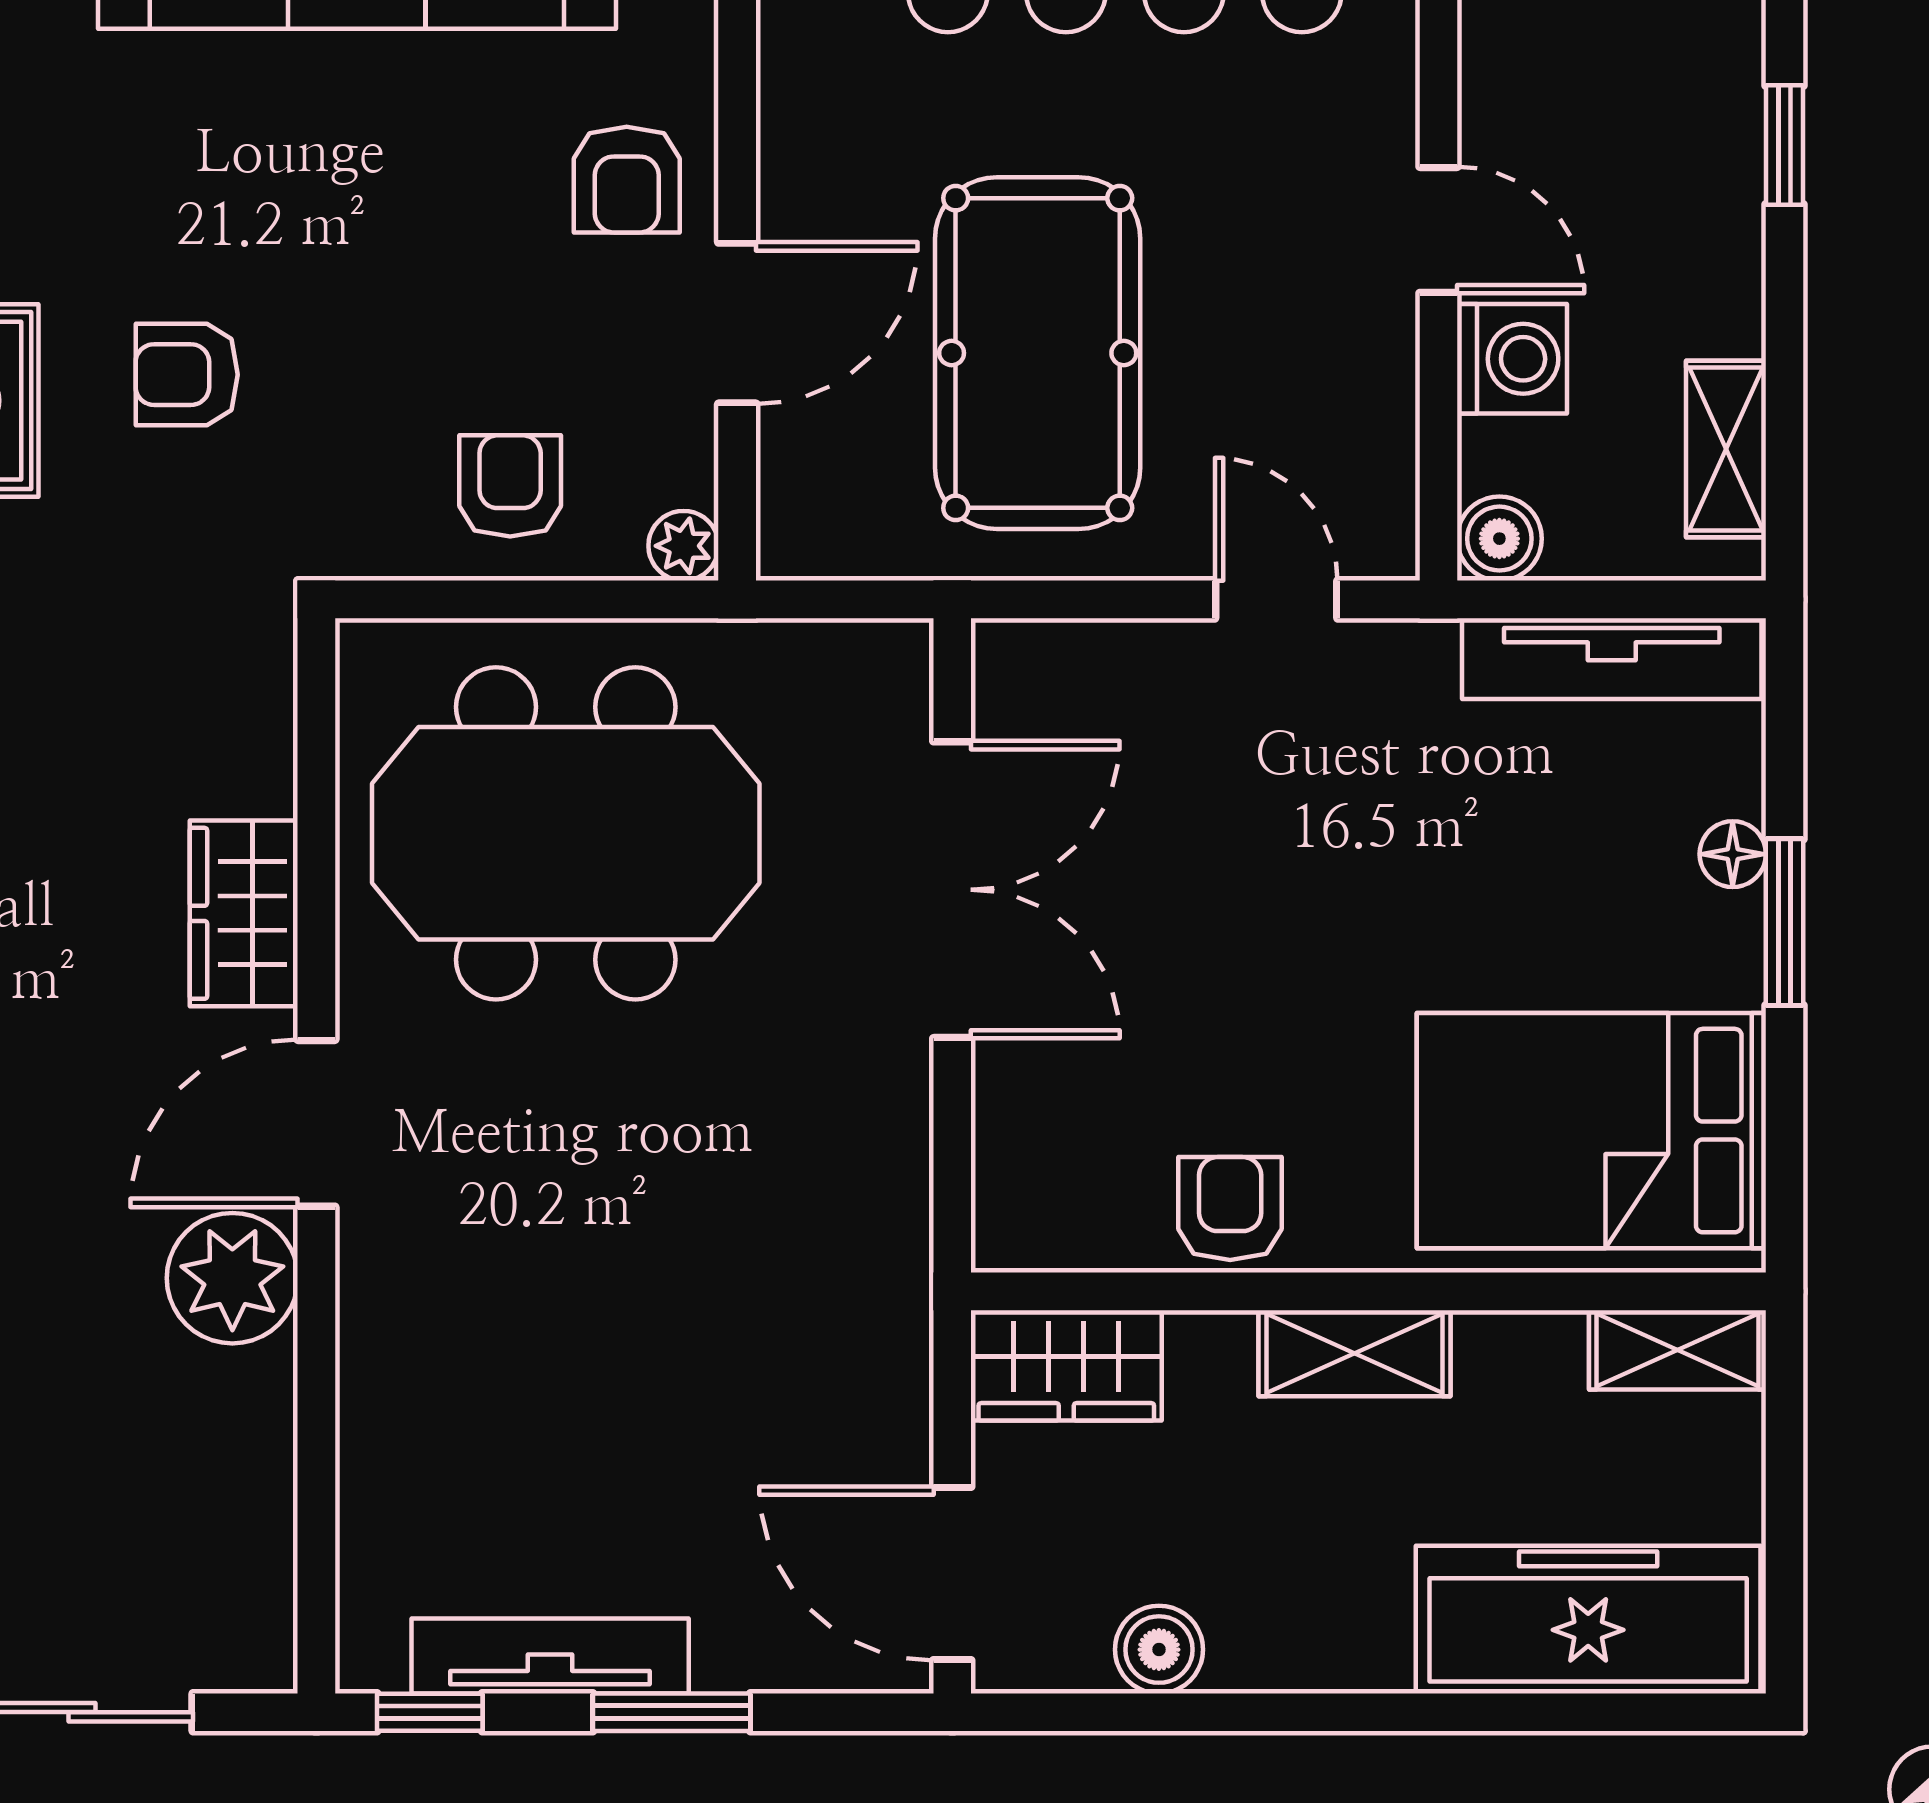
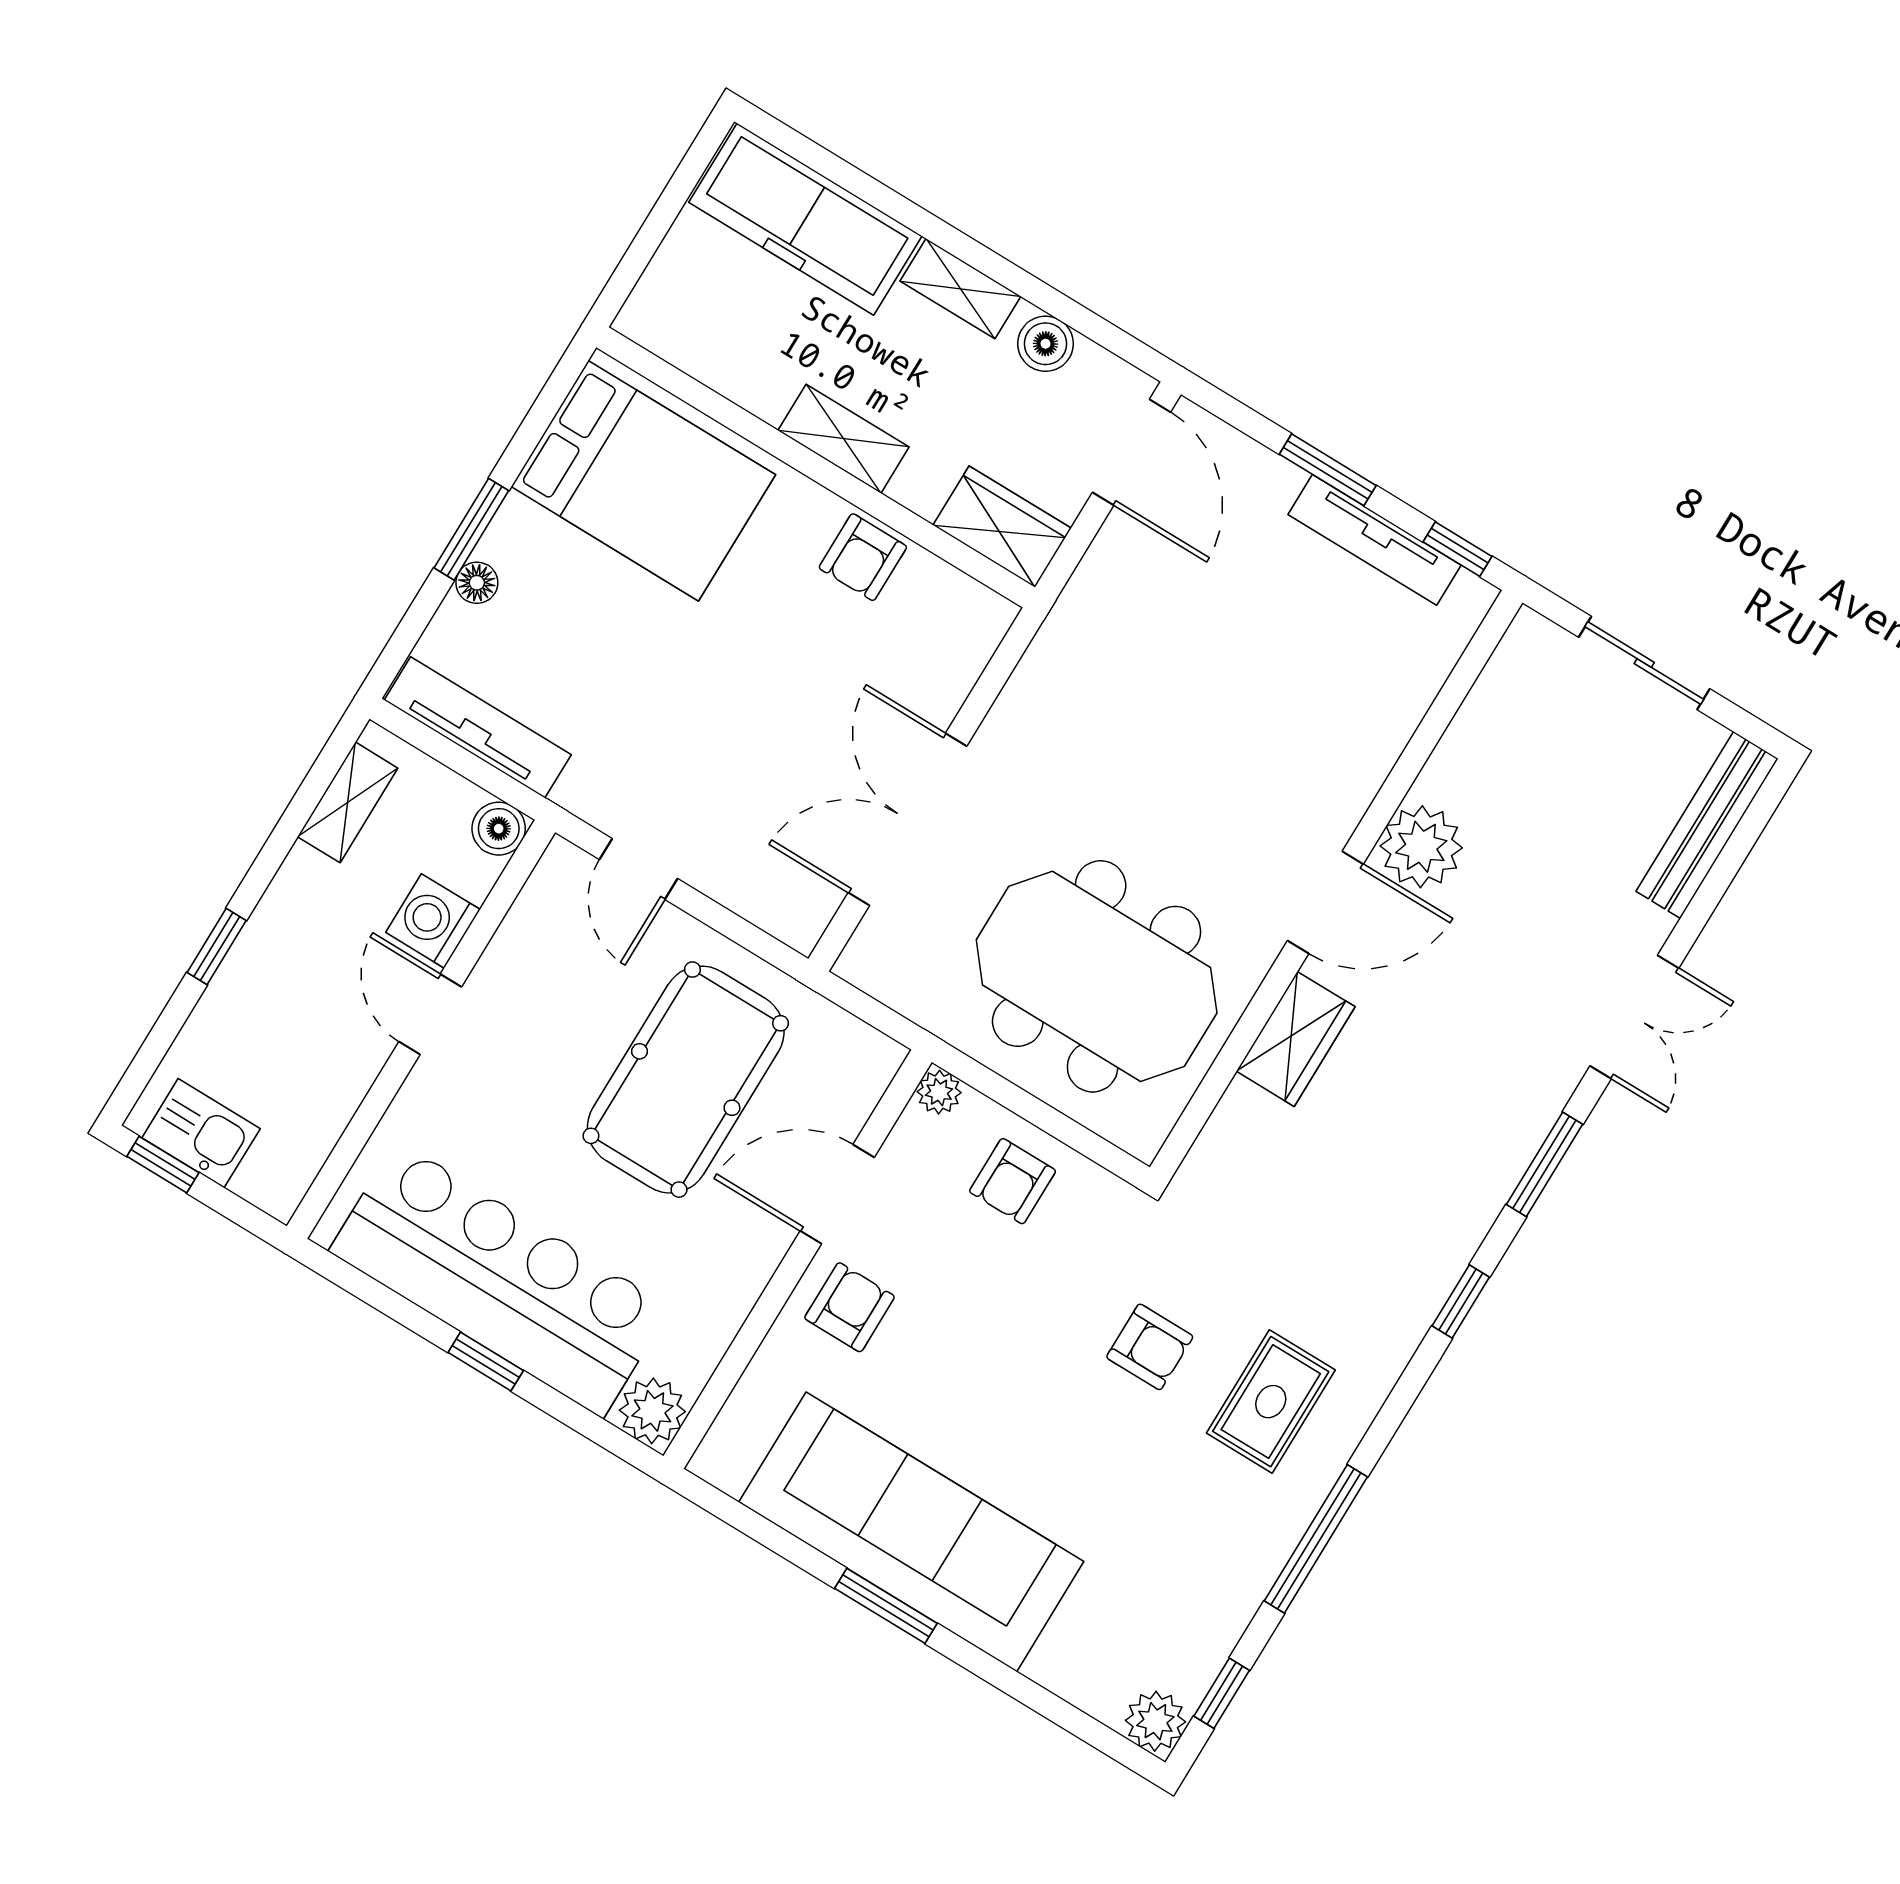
shelving: (1678, 1350) -> (960, 289), moved

